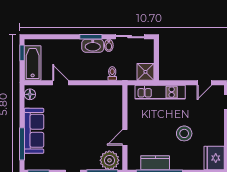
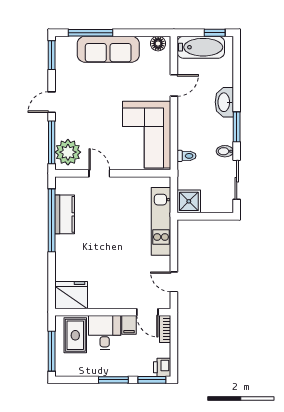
washbasin: (93, 46) -> (224, 102), moved
corner sofa: (97, 103) -> (147, 135), added
stool: (184, 133) -> (105, 254), removed

